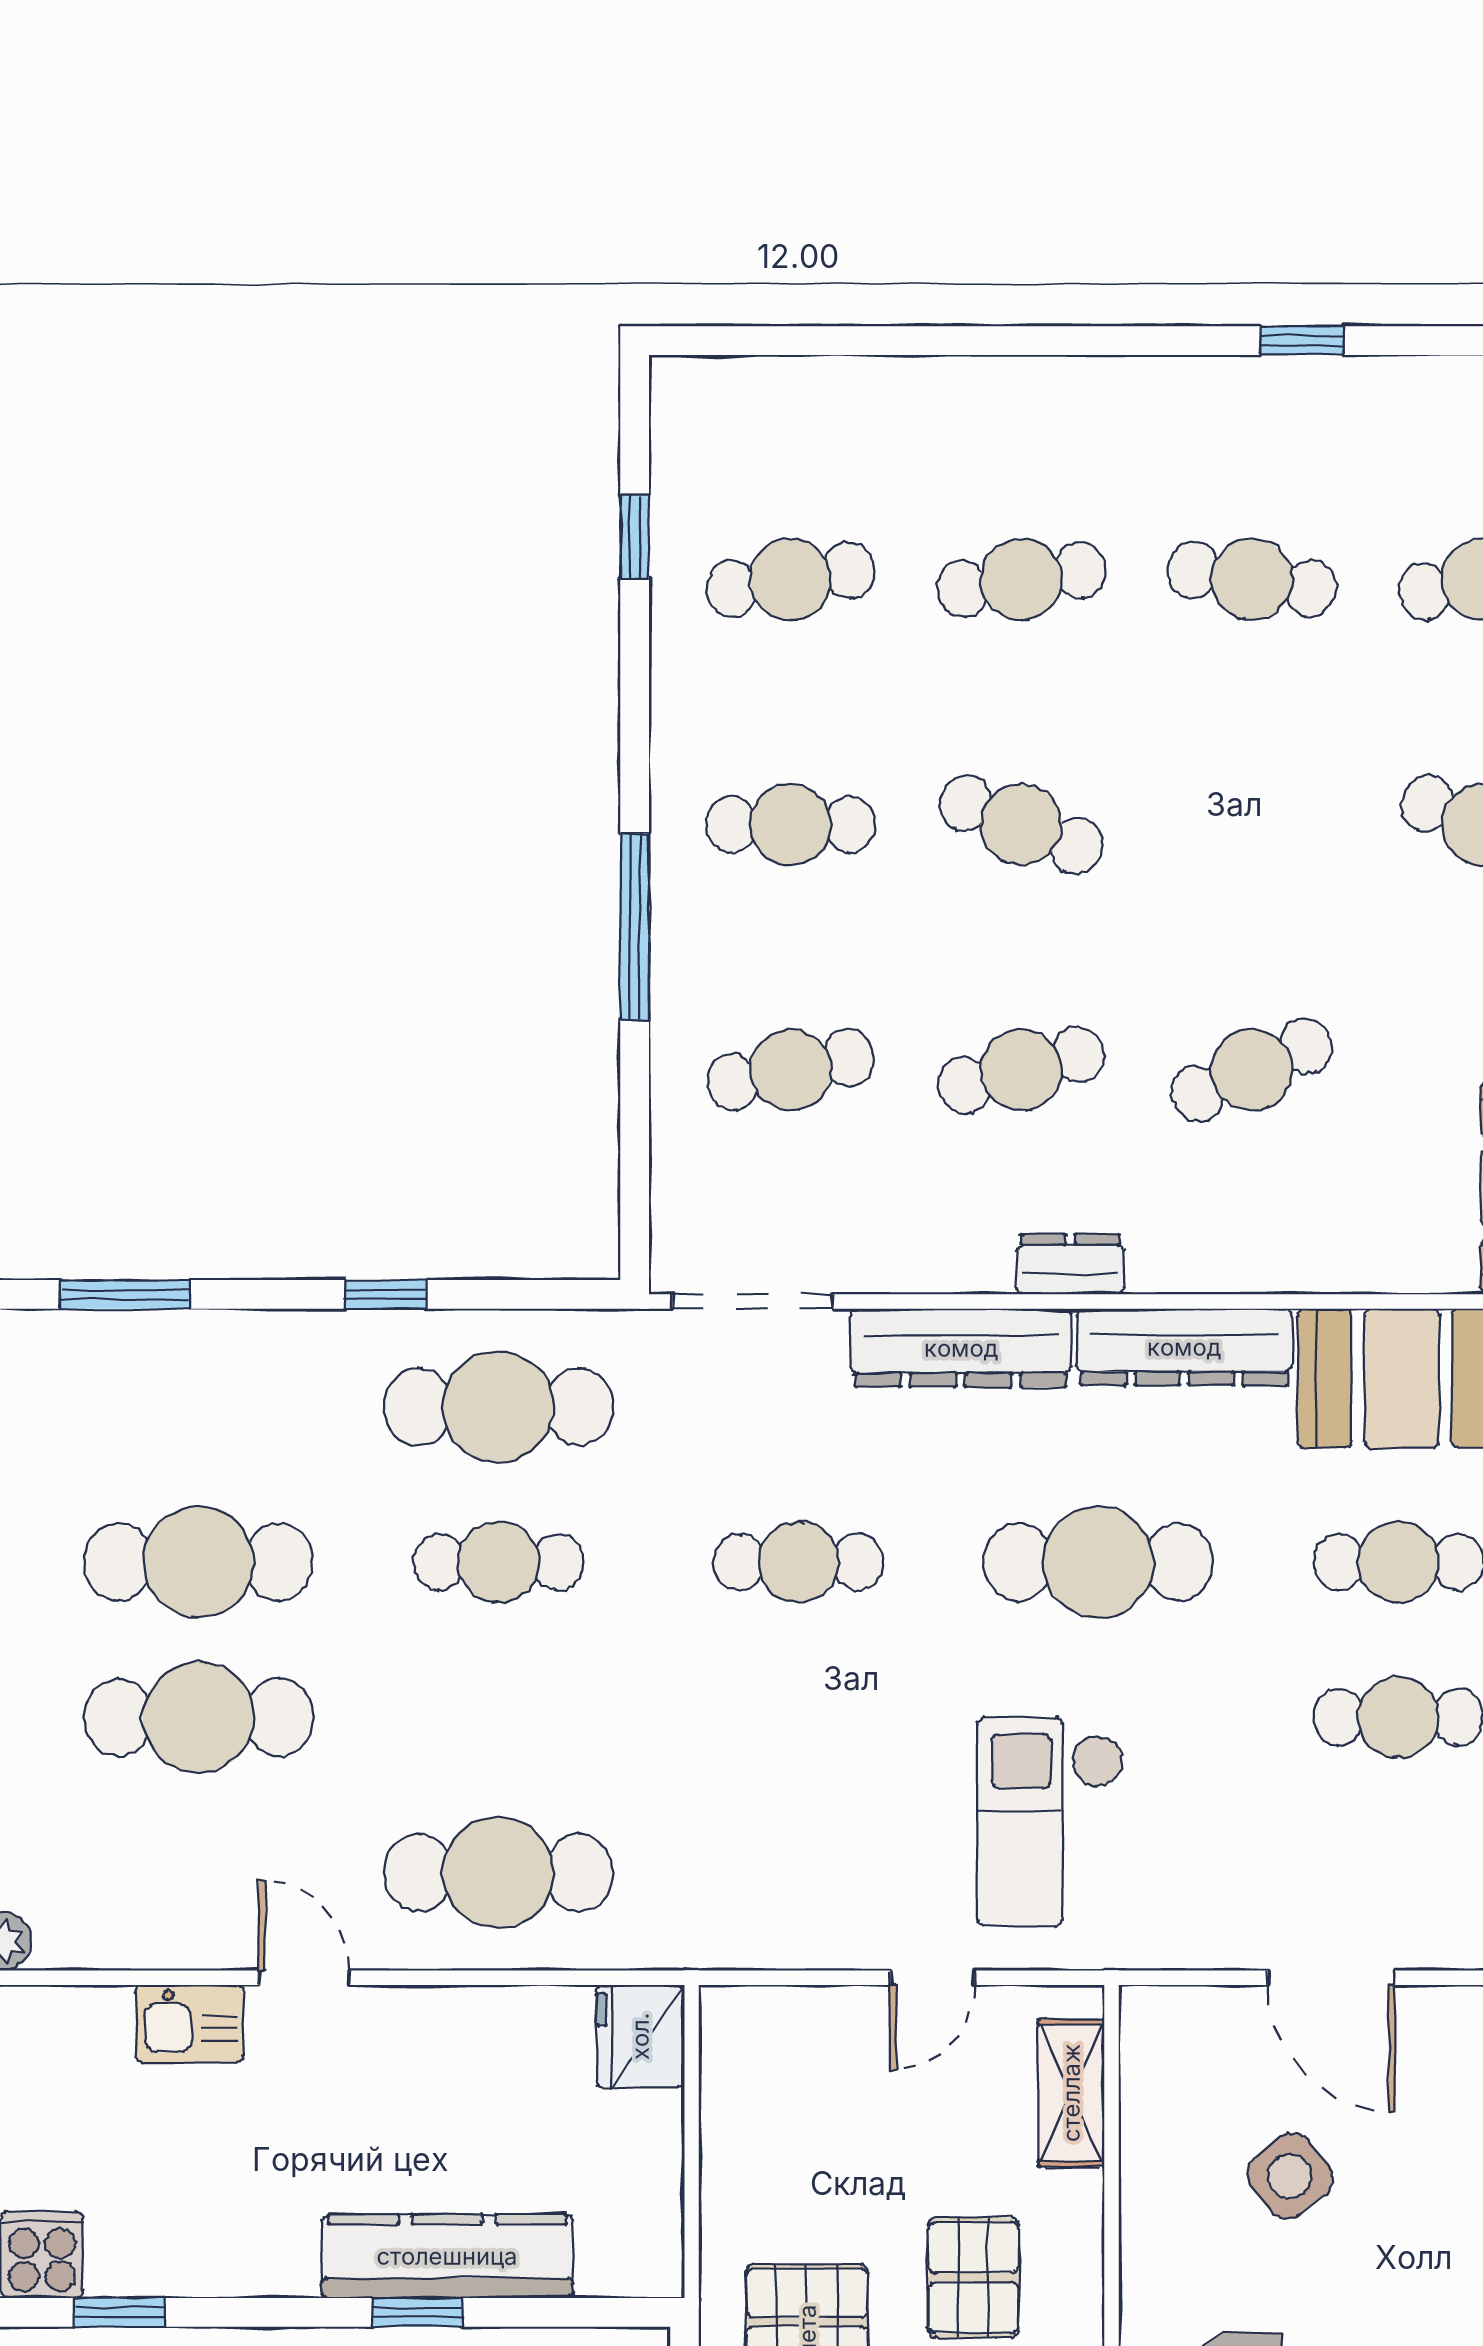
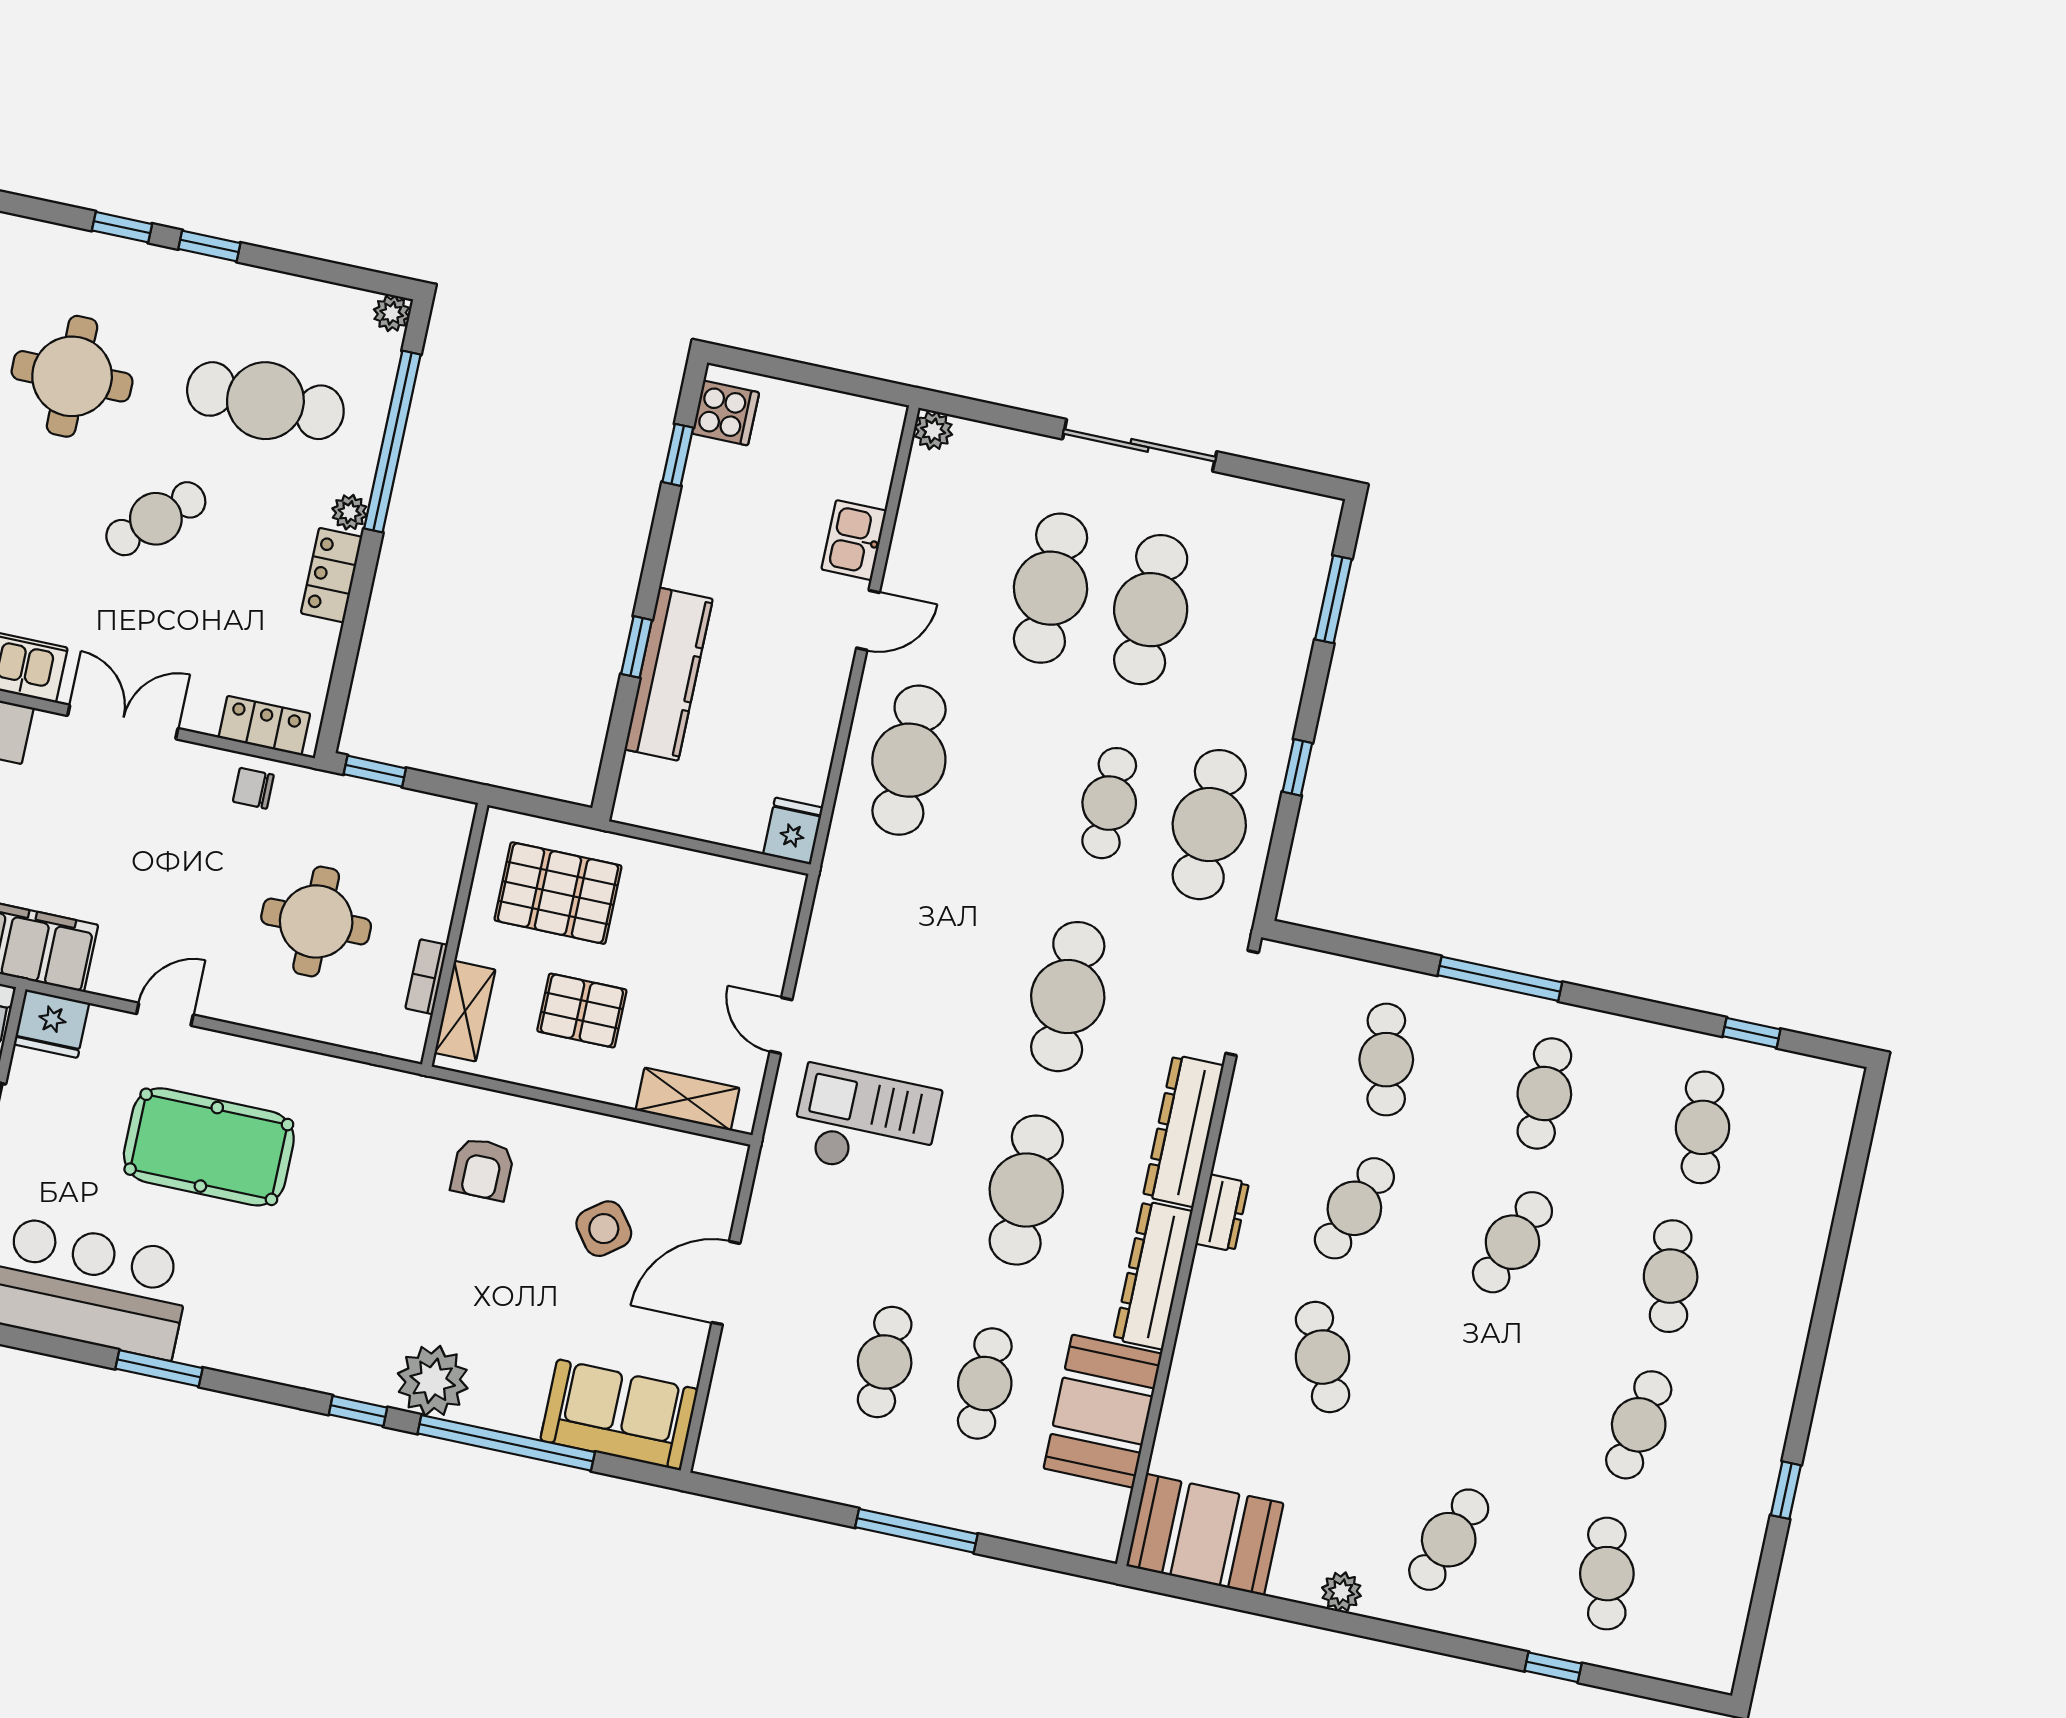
cafe table: (1021, 1070) -> (1354, 1208), turned 36
cafe table: (798, 1562) -> (1068, 997), width x1.37, depth x1.35
fridge: (640, 2036) -> (793, 831), width x0.72

